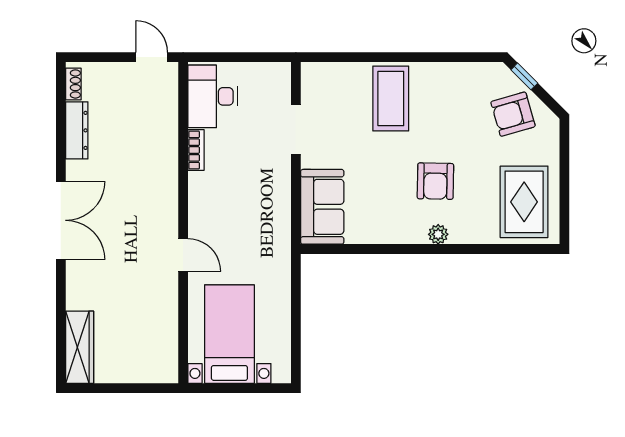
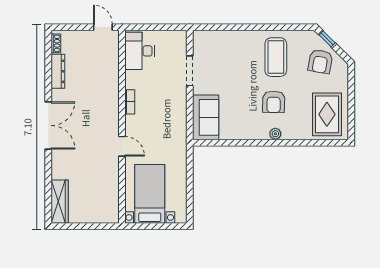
coffee table: (391, 99) -> (276, 57), moved
armchair: (513, 114) -> (320, 62), turned -64
bookcase: (196, 150) -> (130, 102), moved

